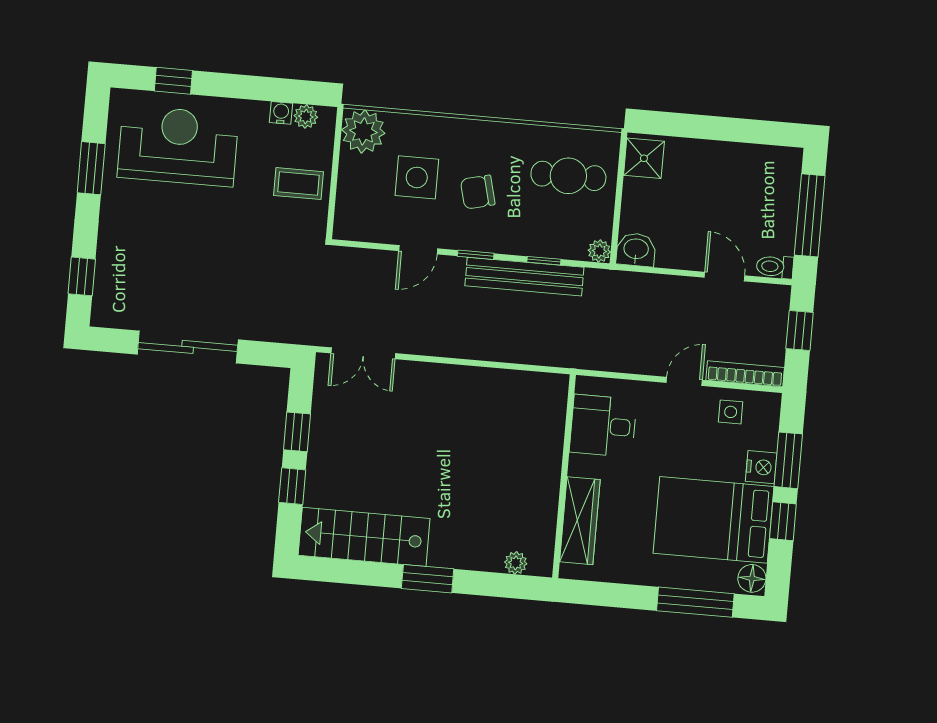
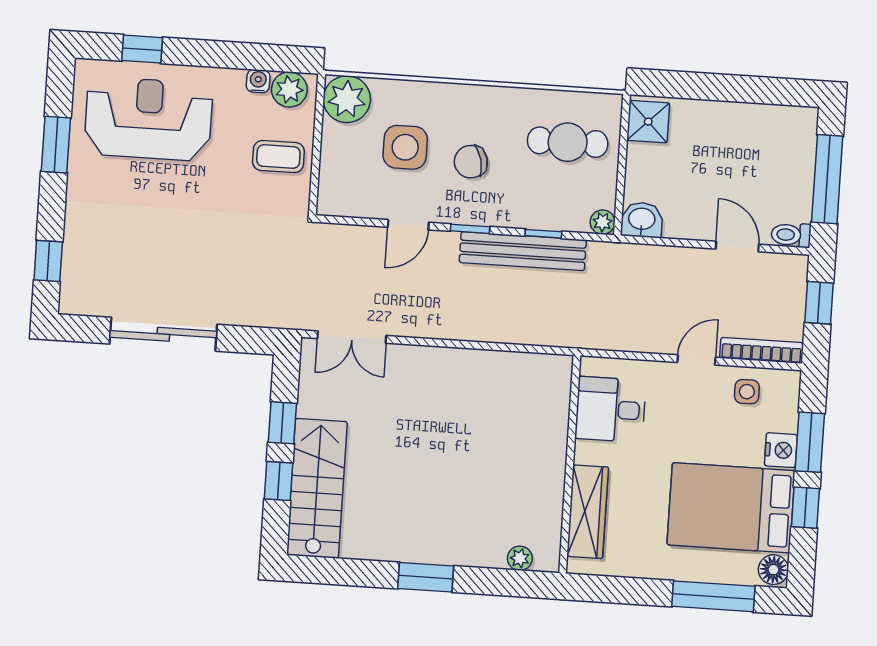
plant: (306, 116) -> (289, 90), width x1.38, depth x1.38
stairs: (364, 537) -> (317, 488), moved, turned 90

